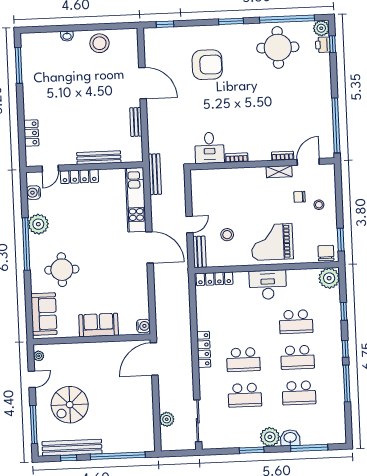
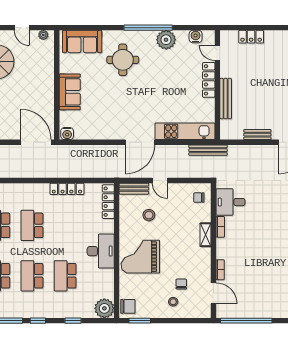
shelving: (279, 172) -> (206, 235), moved
chair: (206, 182) -> (199, 198), added
grand piano: (272, 242) -> (140, 257), turned -90
locker: (204, 349) -> (67, 189), moved

